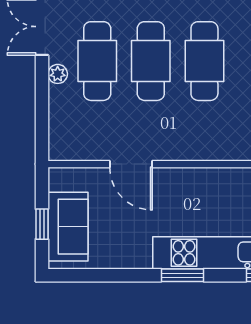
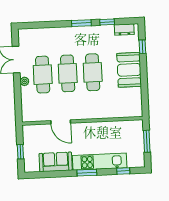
sofa: (68, 227) -> (56, 162), moved, turned -90

